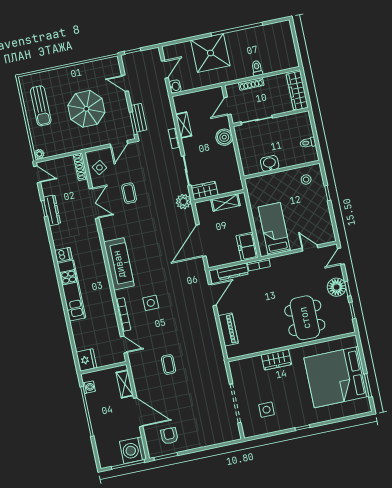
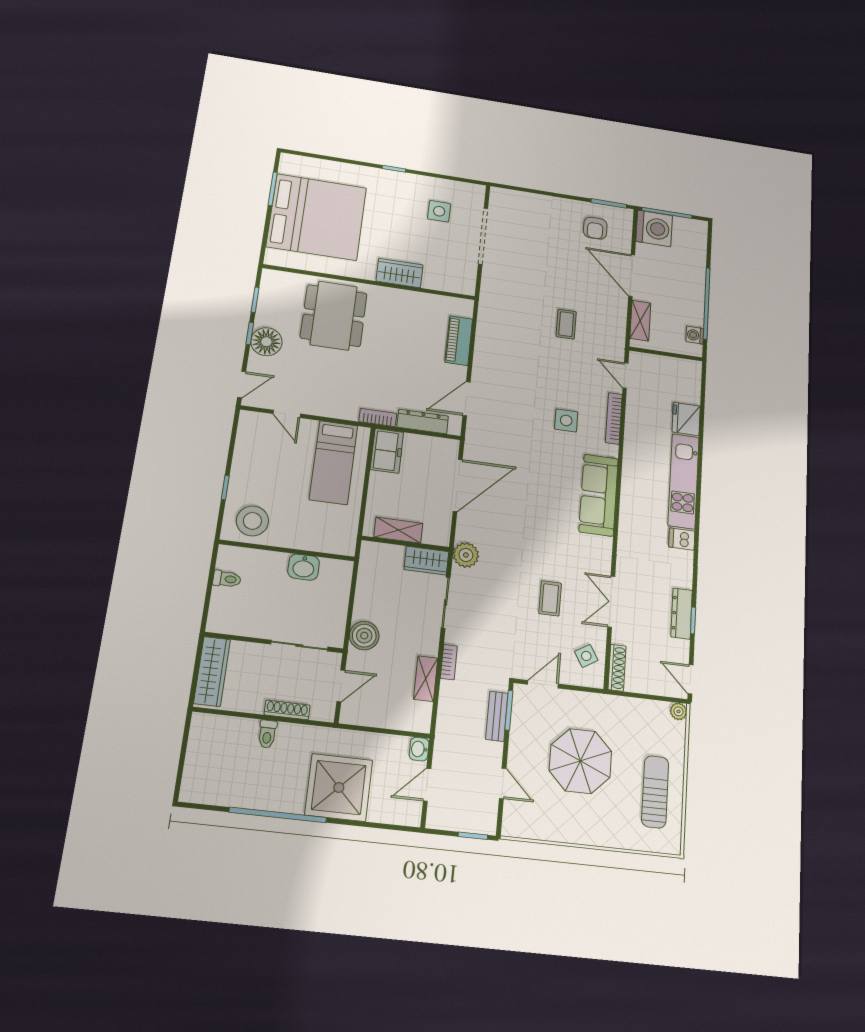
stool: (306, 180) -> (252, 521), width x1.89, depth x1.89
fridge: (86, 360) -> (686, 419), moved

